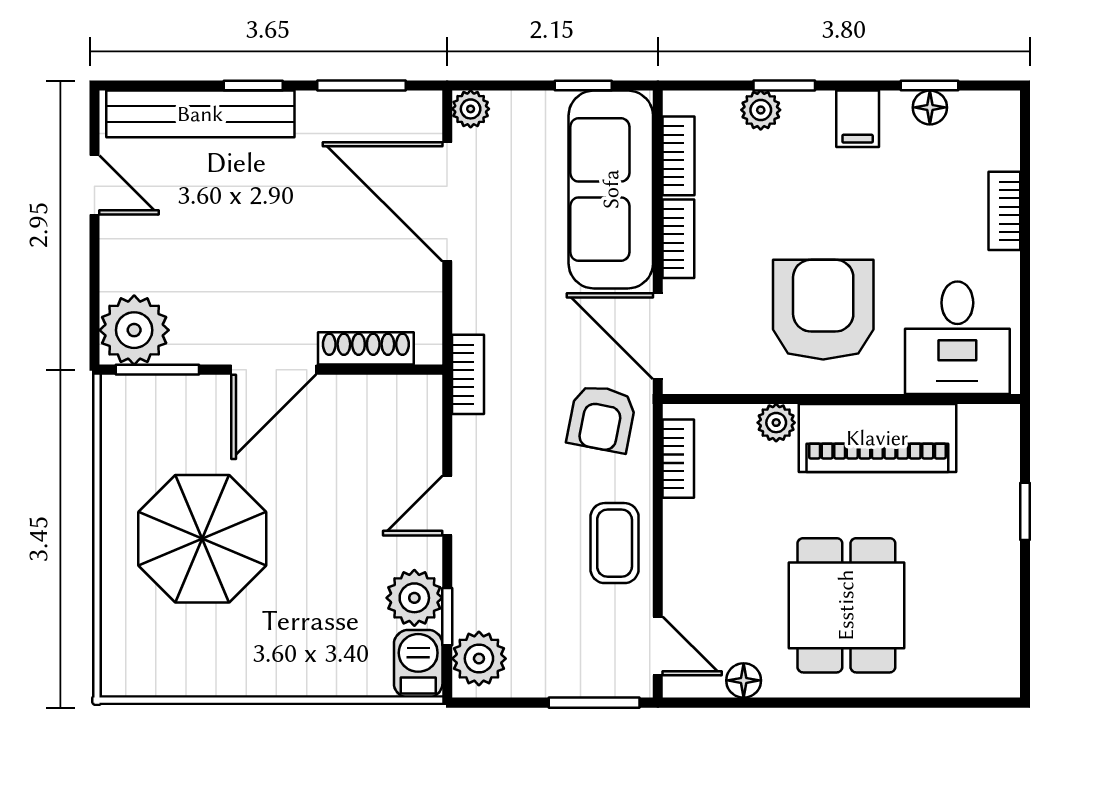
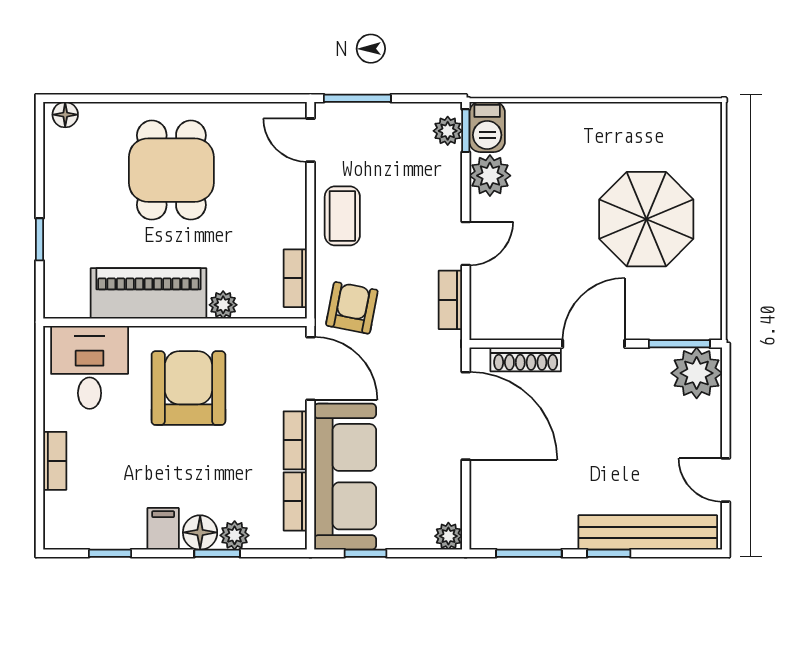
floor lamp: (930, 107) -> (200, 532), moved, width x1.37, depth x1.37
door: (447, 202) -> (466, 416), moved
armchair: (823, 310) -> (188, 388), turned 180
bookcase: (468, 374) -> (450, 300), moved
window: (447, 617) -> (466, 131), moved
plant: (479, 659) -> (448, 131), width x0.73, depth x0.73
floor lamp: (744, 680) -> (65, 115), moved

